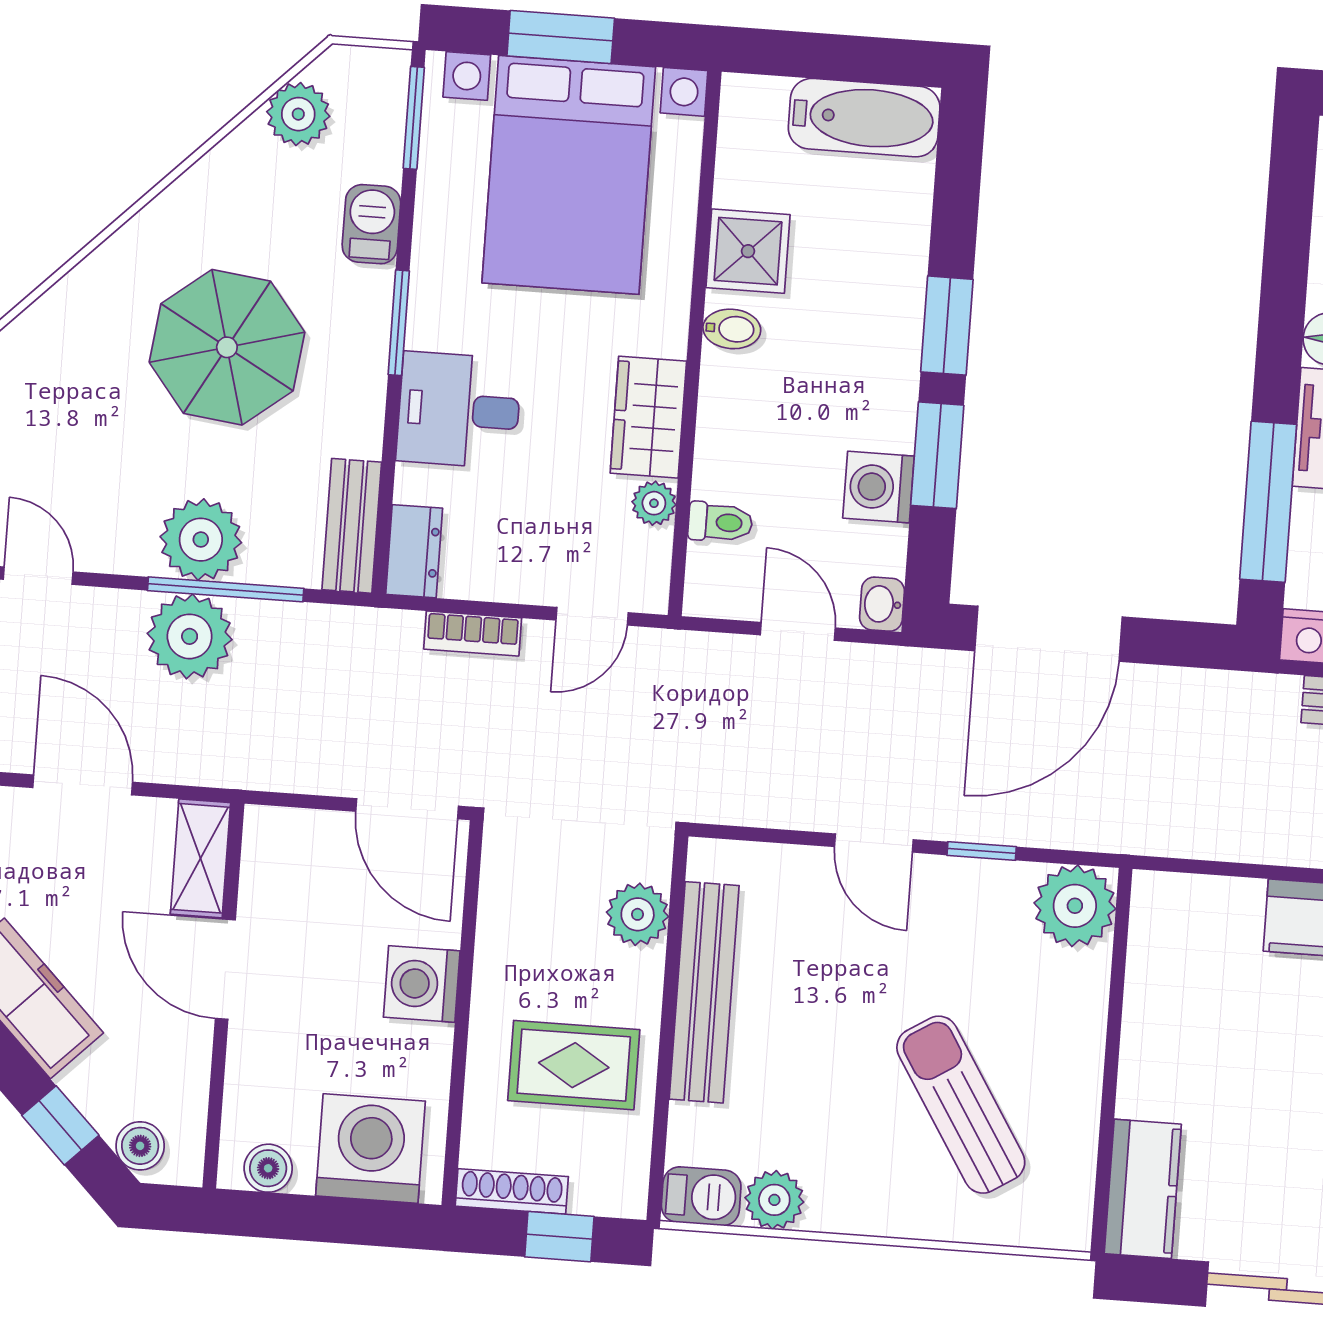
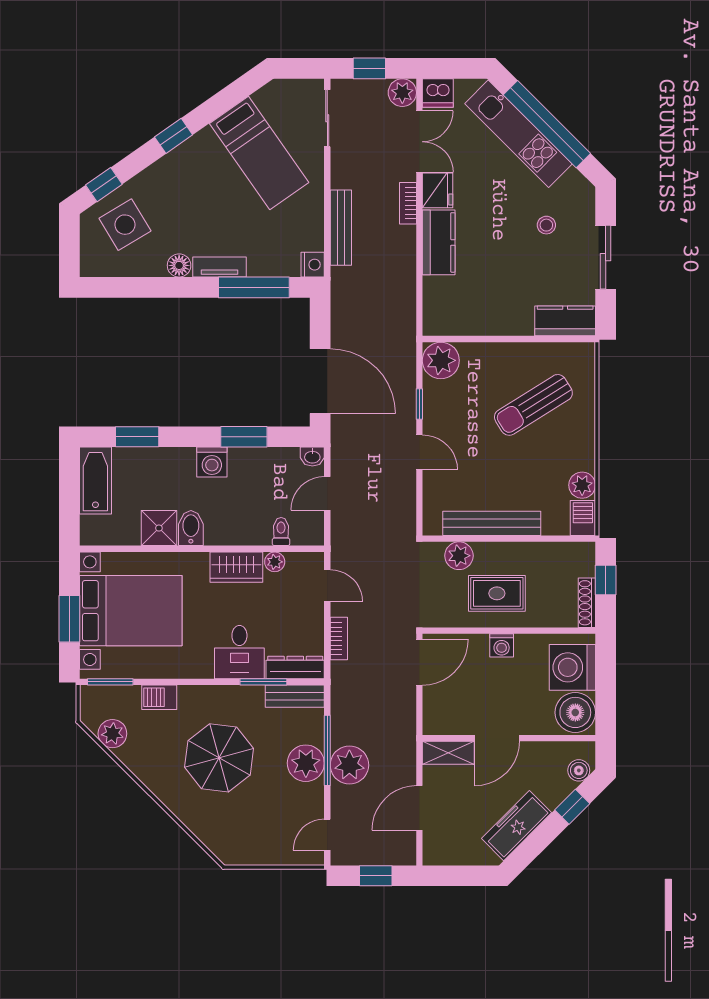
window: (399, 323) -> (263, 682), moved
window: (947, 326) -> (137, 437), moved
bidet: (732, 329) -> (191, 528), width x1.38, depth x1.36
washing machine: (878, 487) -> (212, 462), moved
dresser: (414, 551) -> (295, 667), width x1.44
door: (874, 843) -> (419, 452), hinge flipped
washing machine: (422, 984) -> (502, 645), width x0.73, depth x0.73
rug: (574, 1065) -> (497, 593), moved, turned 90
boiler: (268, 1168) -> (575, 712), width x1.86, depth x1.86

